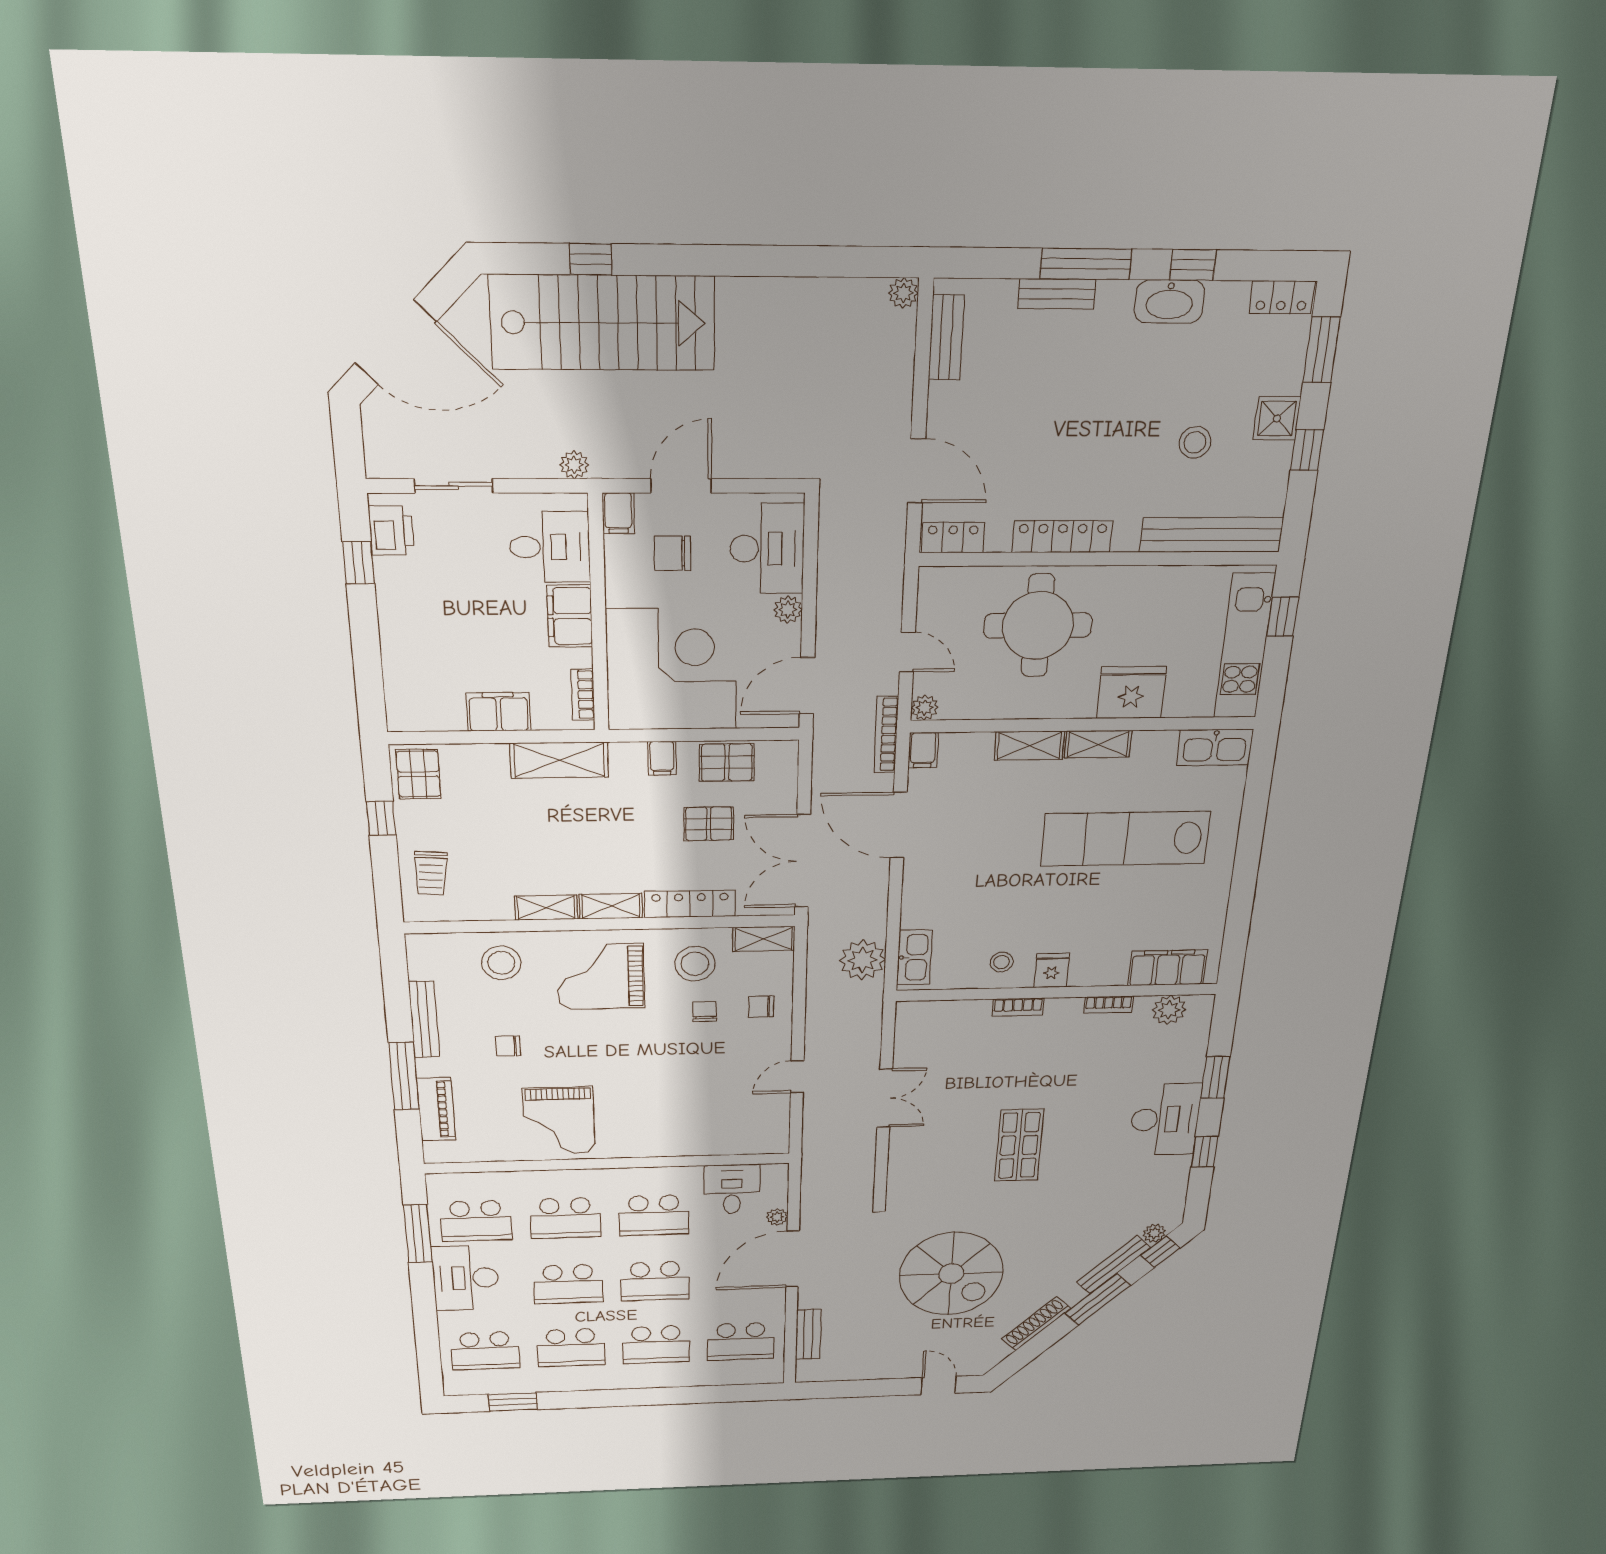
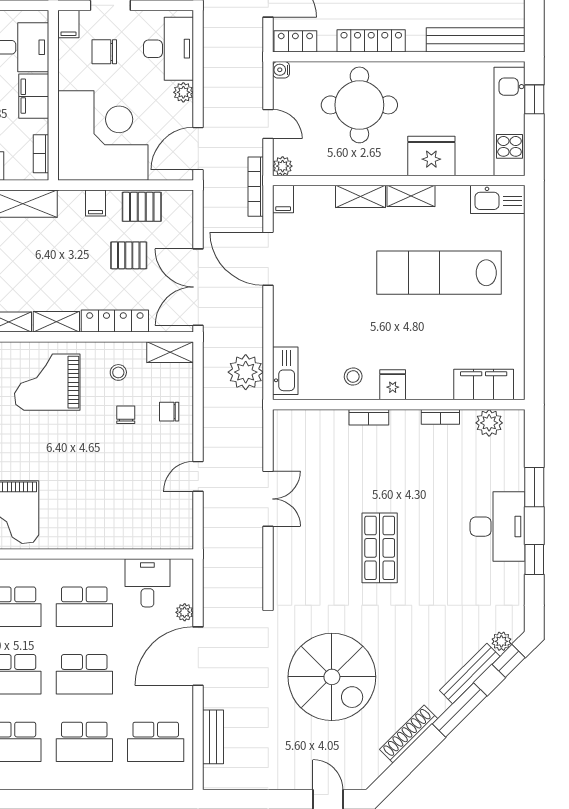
water cooler: (930, 578) -> (281, 70), added
stool: (695, 964) -> (118, 372), width x0.53, depth x0.53

